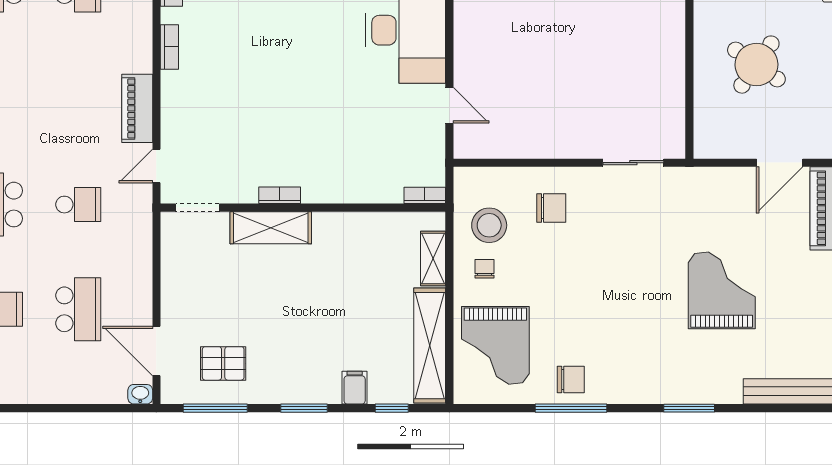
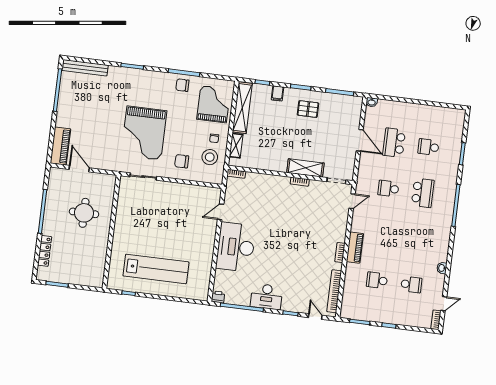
round table: (756, 65) -> (84, 213), turned -35
door: (449, 105) -> (221, 212), hinge flipped
piano: (137, 108) -> (355, 248), moved
door: (780, 163) -> (79, 169), hinge flipped
grand piano: (722, 290) -> (144, 133), moved, width x1.37, depth x1.48
door: (156, 351) -> (360, 140), moved
pallet: (223, 363) -> (308, 109), moved

